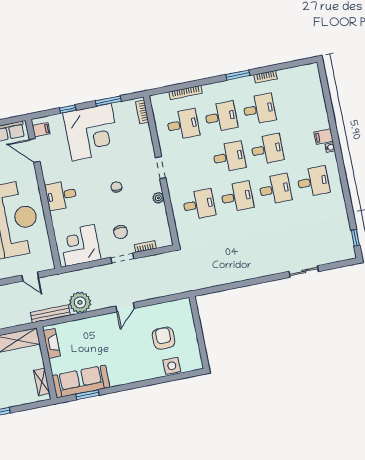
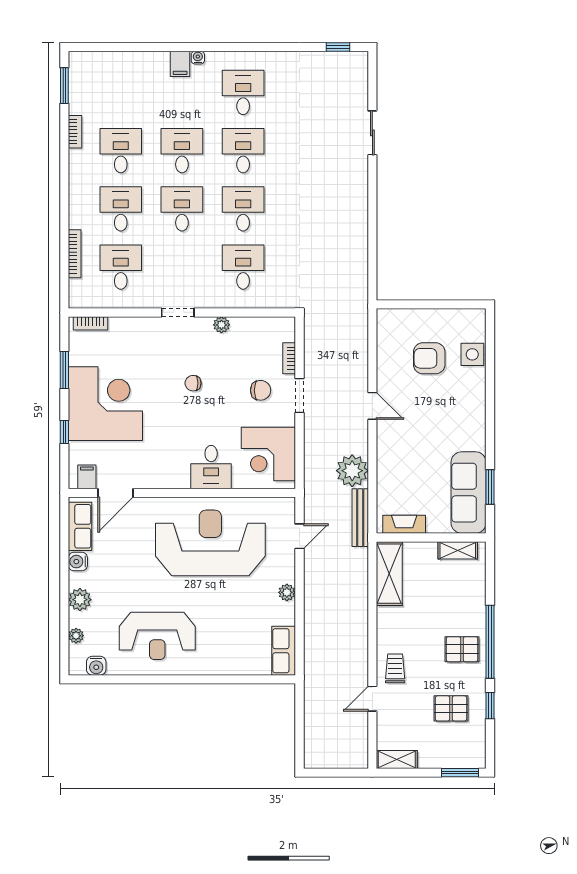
window: (238, 75) -> (64, 86), moved
desk: (61, 195) -> (211, 467), moved

